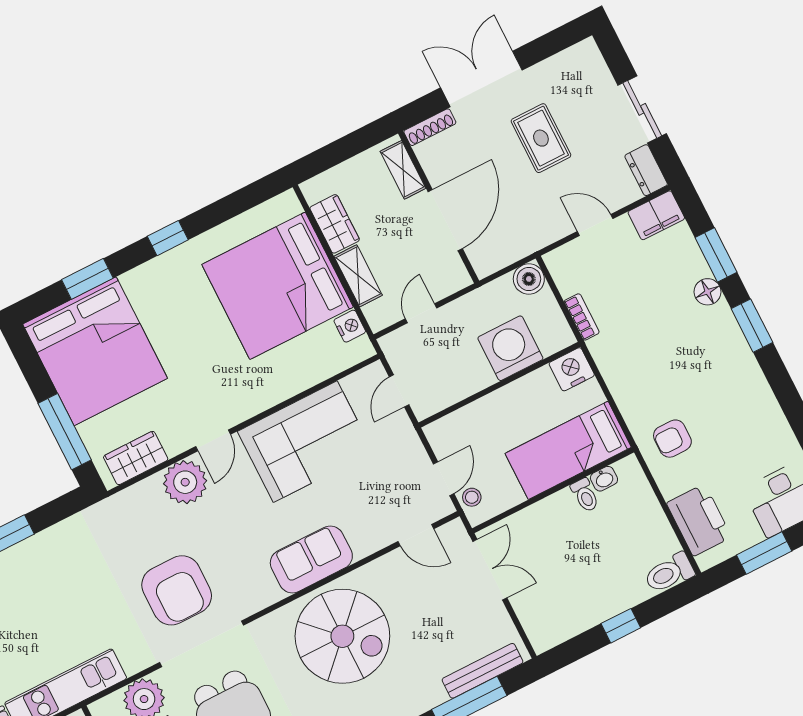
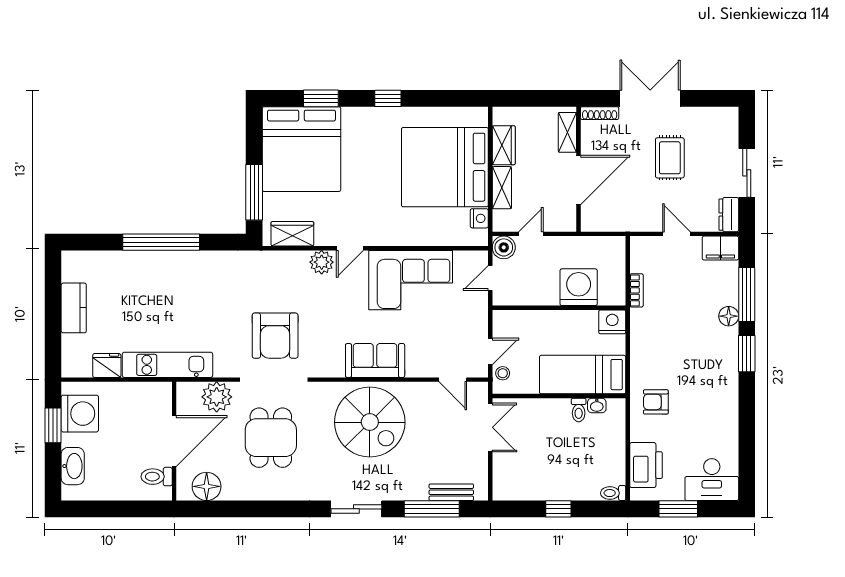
window: (716, 255) -> (747, 294), width x1.44
boiler: (529, 279) -> (504, 247), moved
plant: (185, 482) -> (322, 262), width x0.73, depth x0.73
toilet: (669, 573) -> (613, 493), width x0.73, depth x0.72
bench: (483, 671) -> (451, 492), width x0.73

